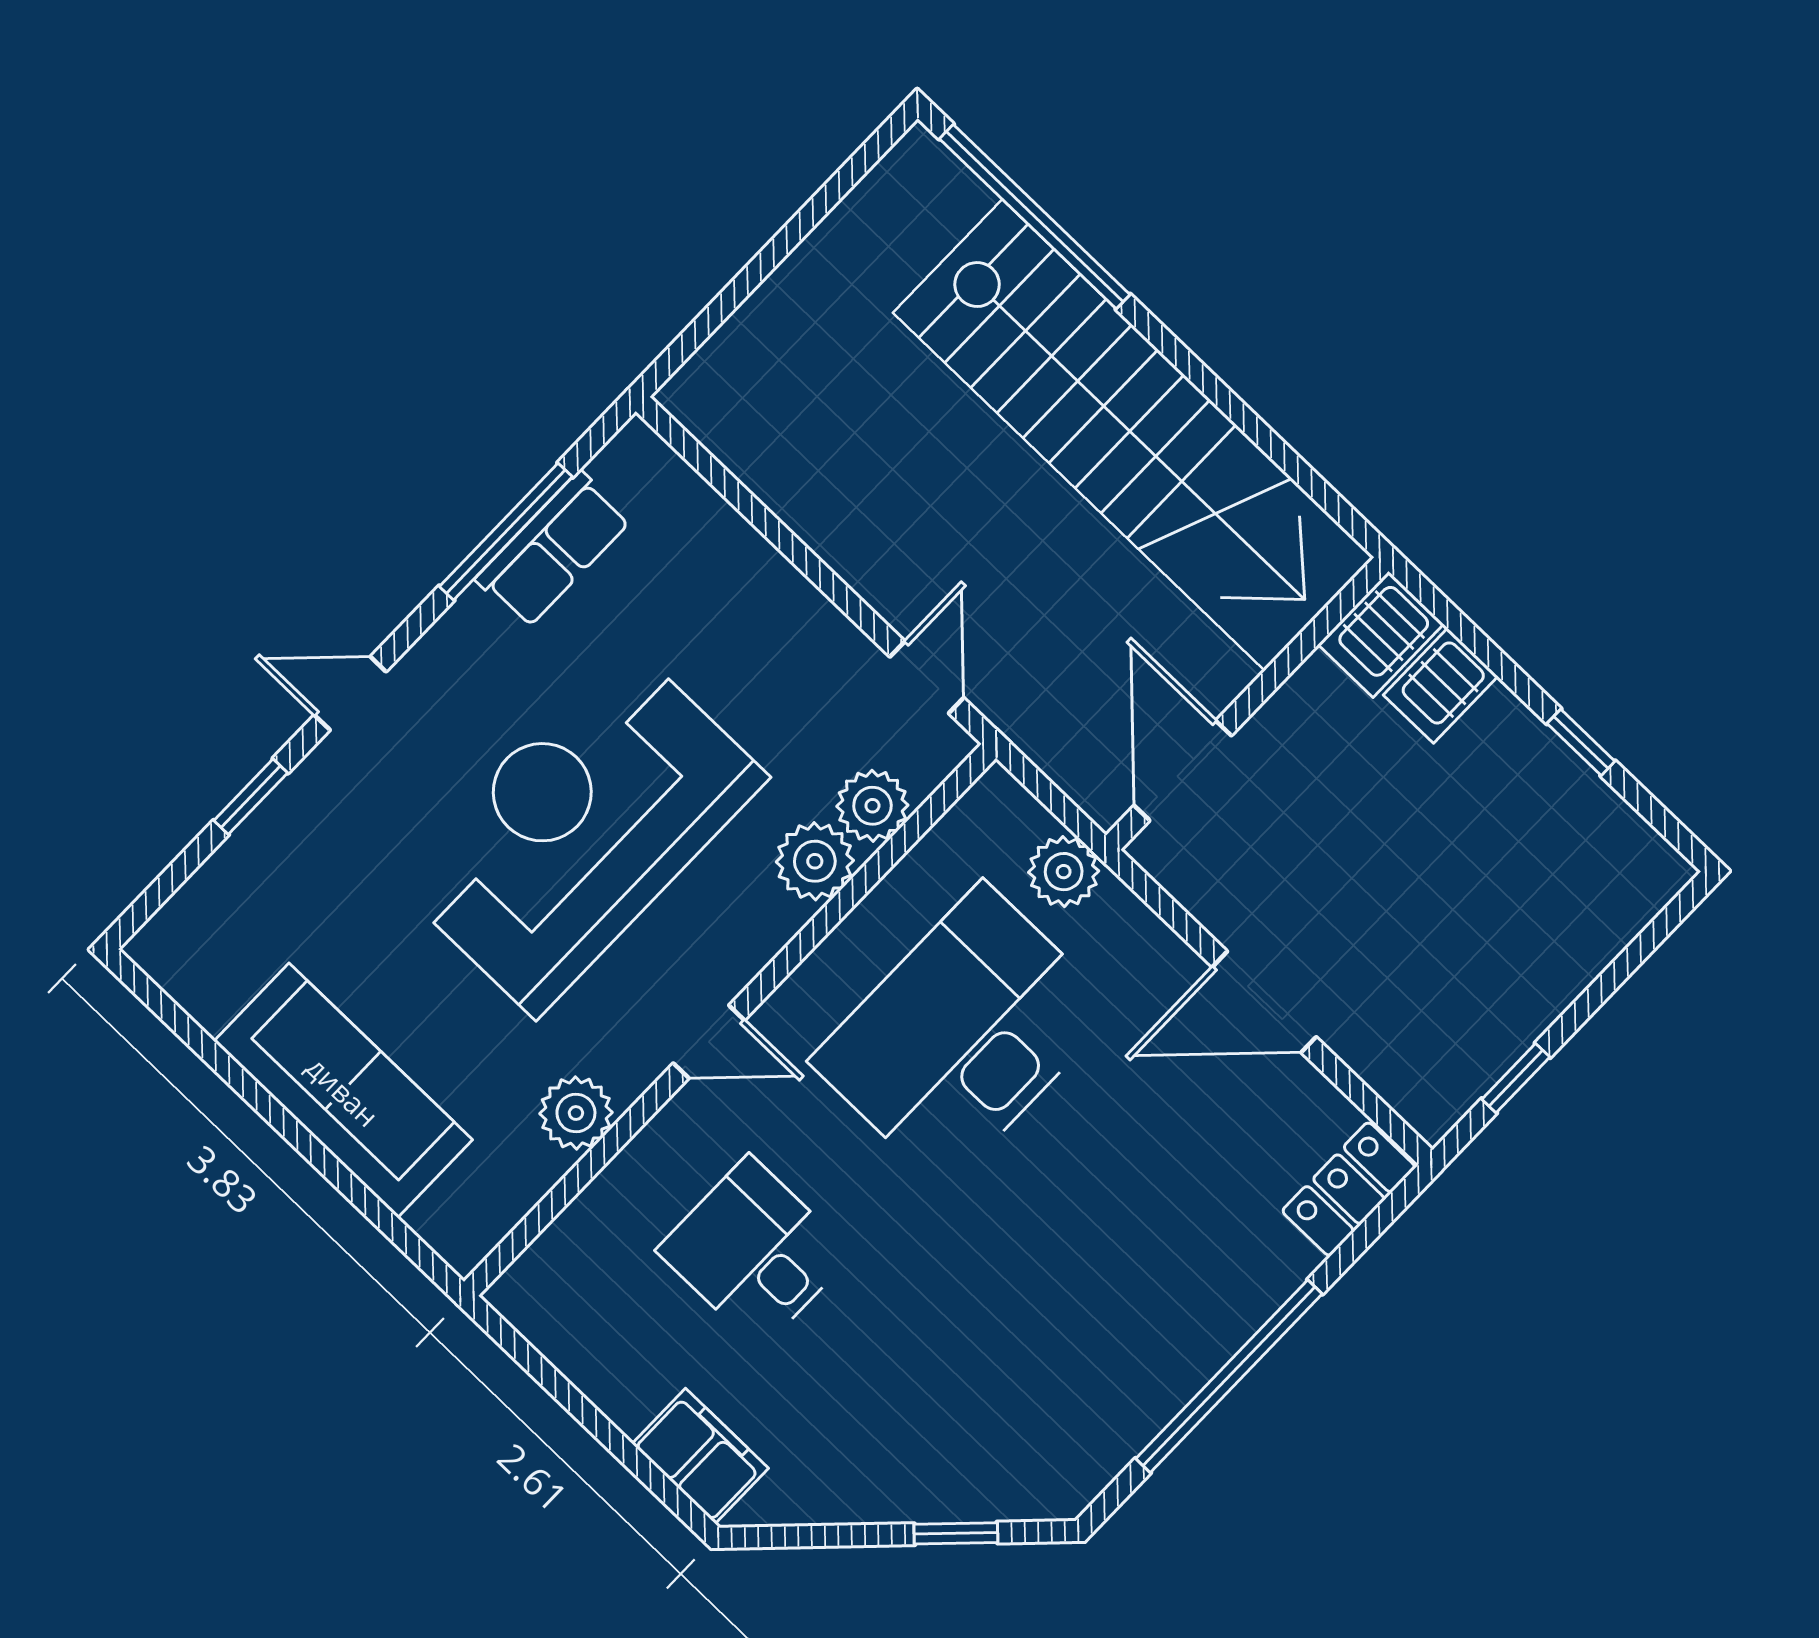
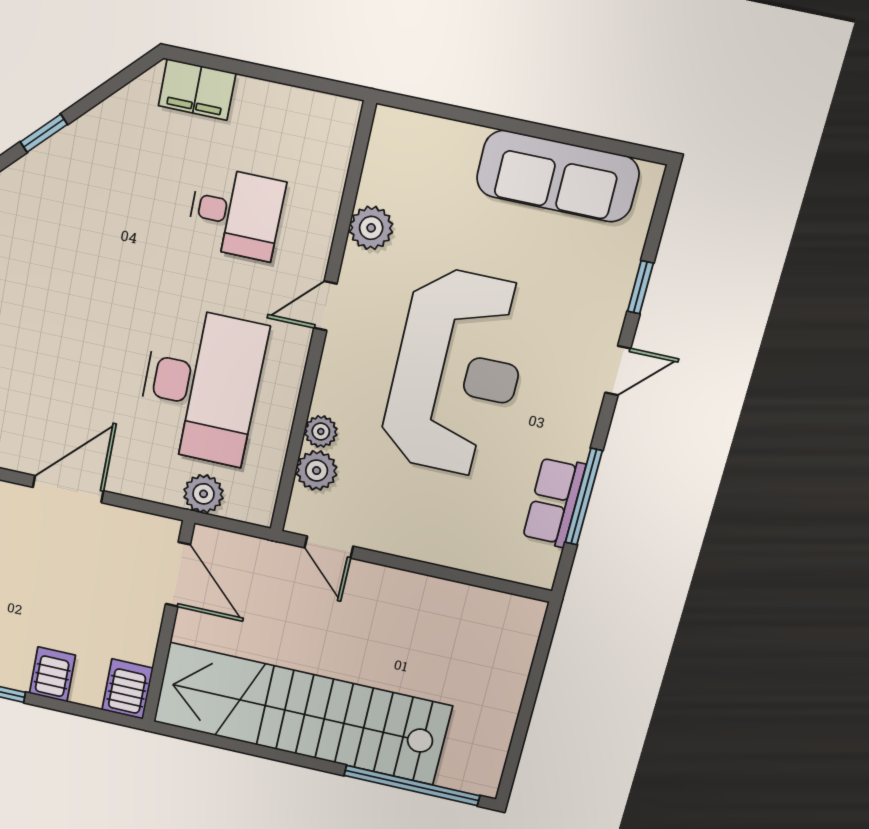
server rack: (1441, 686) -> (52, 674), moved
plant: (815, 861) -> (321, 432), width x0.73, depth x0.73
sofa: (343, 1091) -> (558, 176), moved

